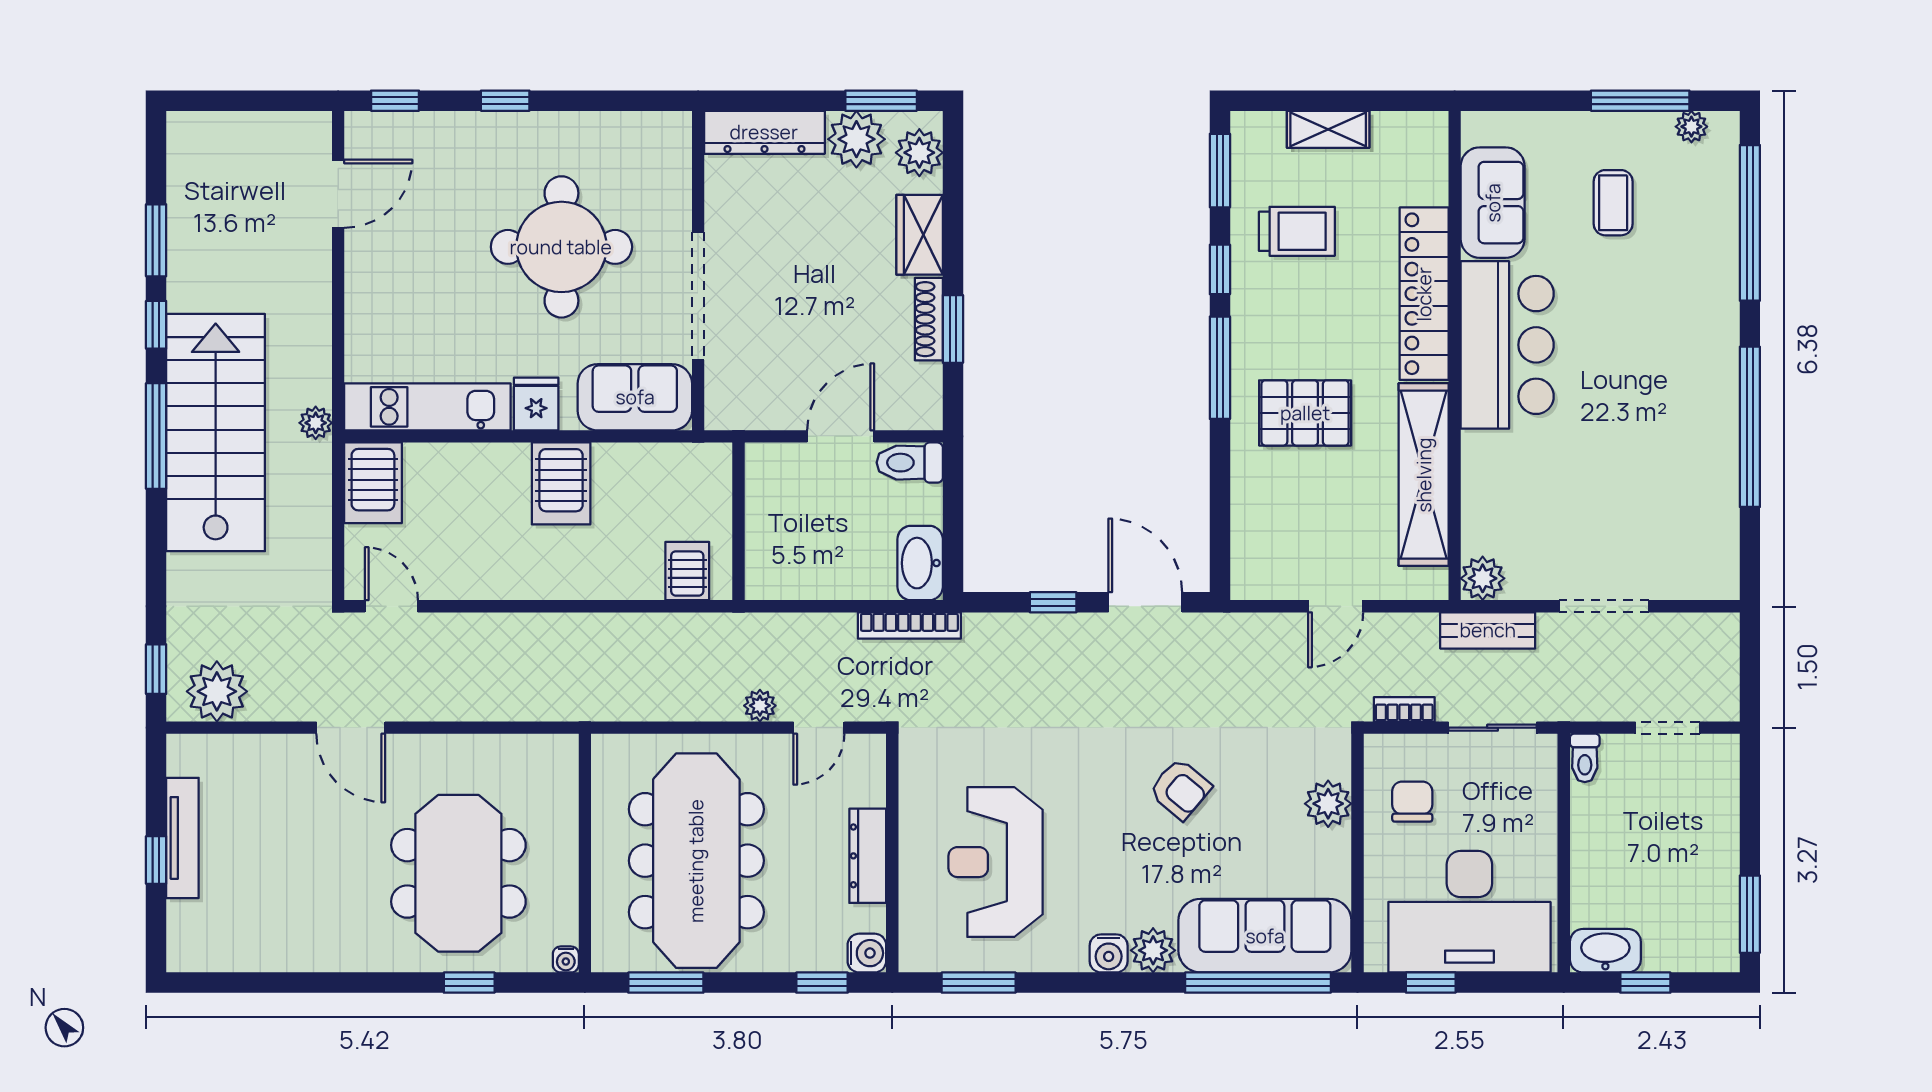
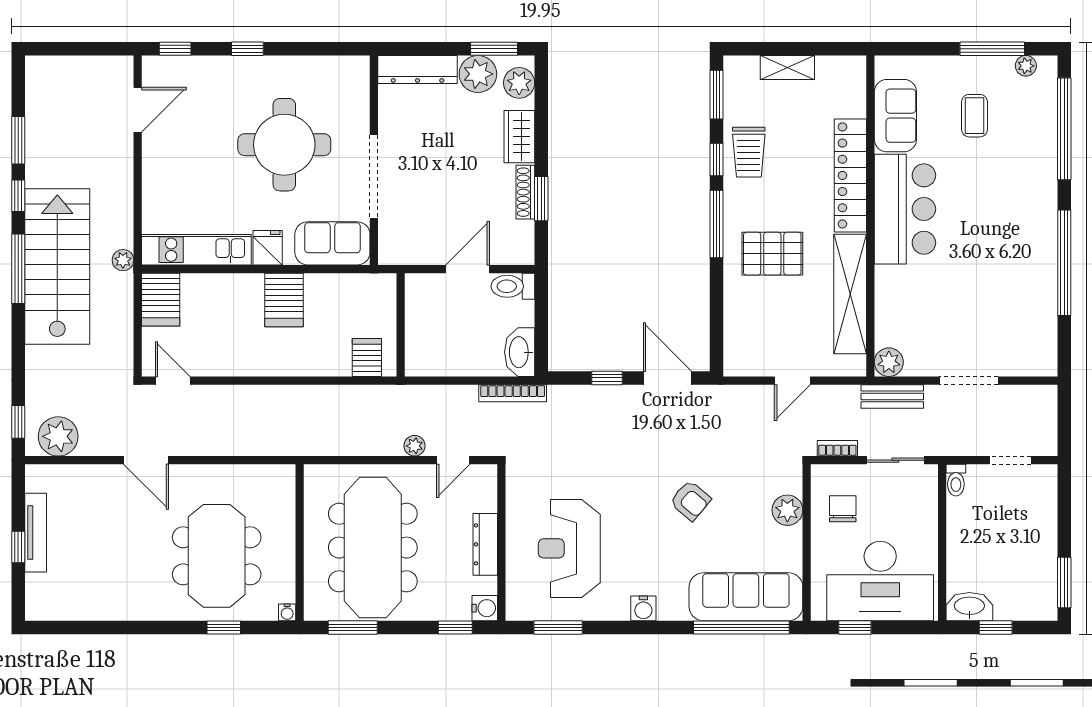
trolley: (1297, 231) -> (749, 152), moved, turned 90
plant: (1153, 950) -> (673, 606), removed

